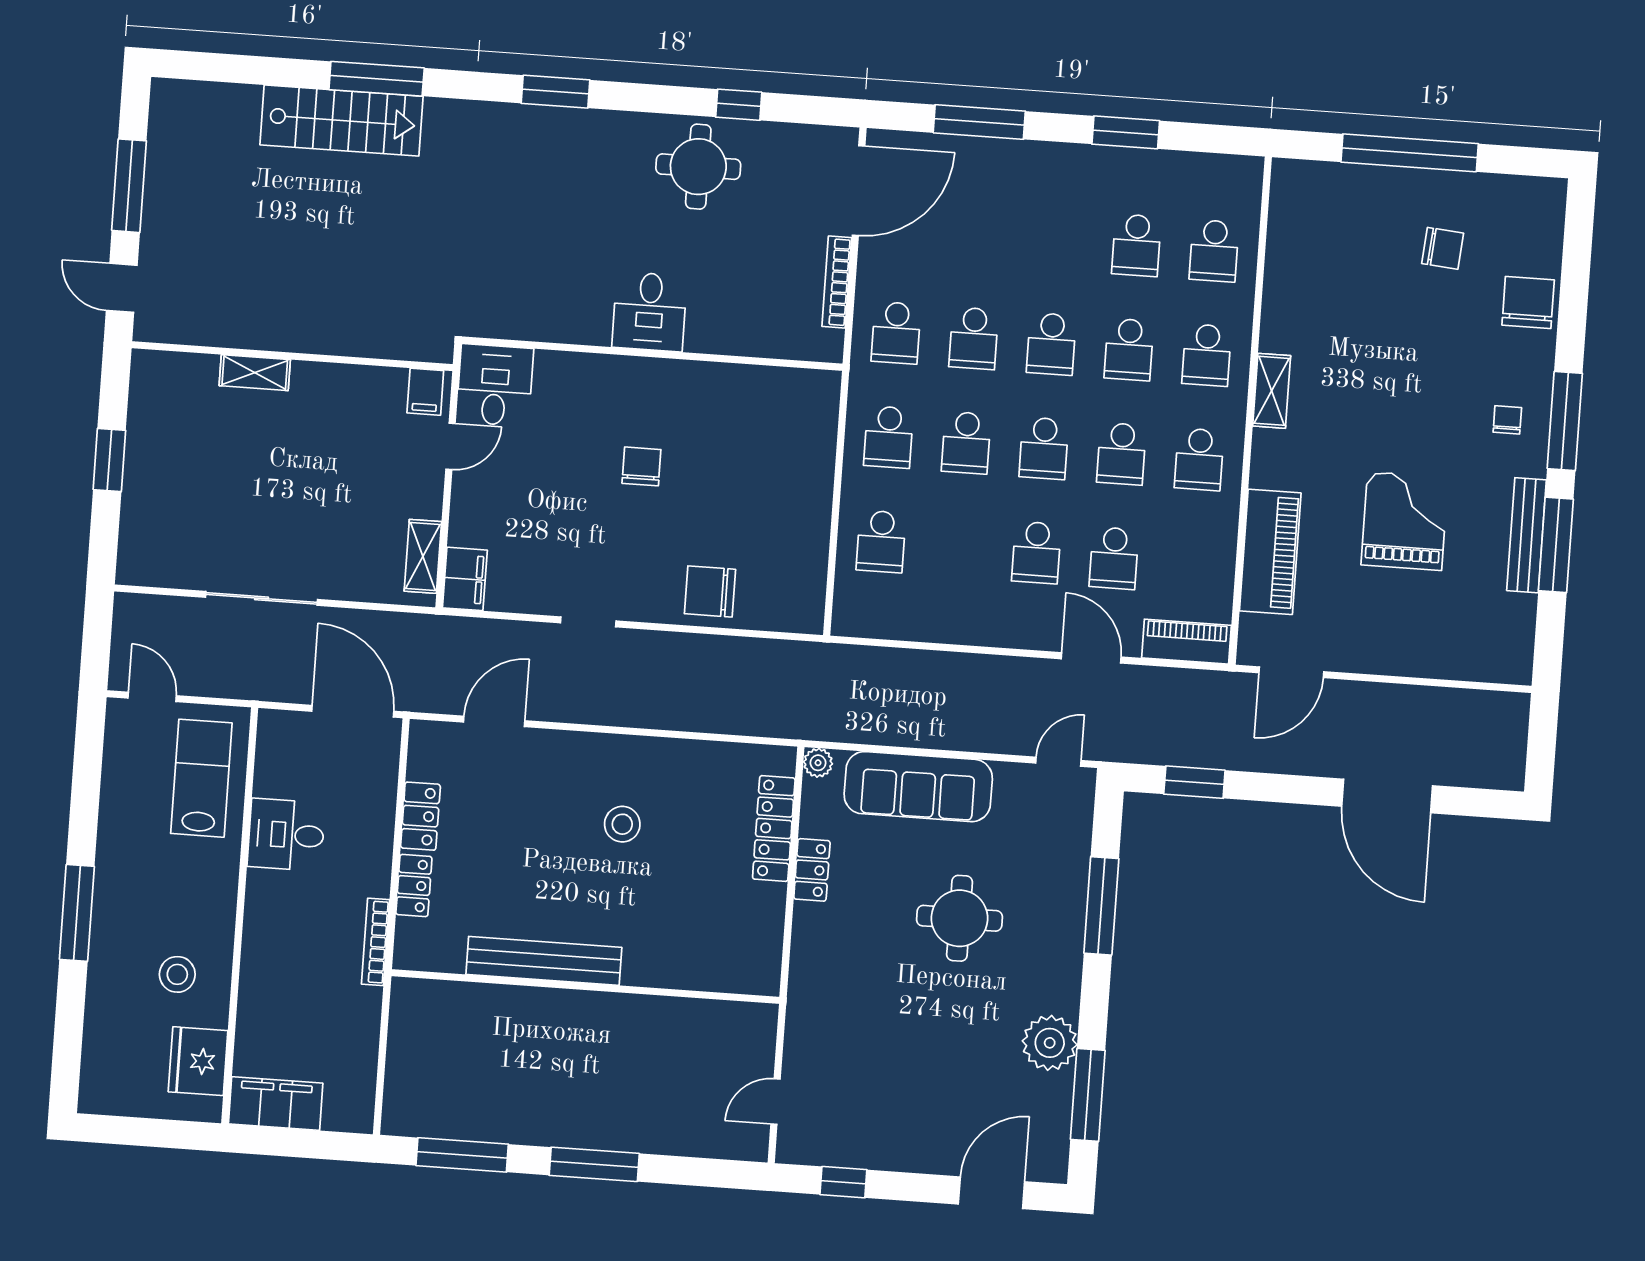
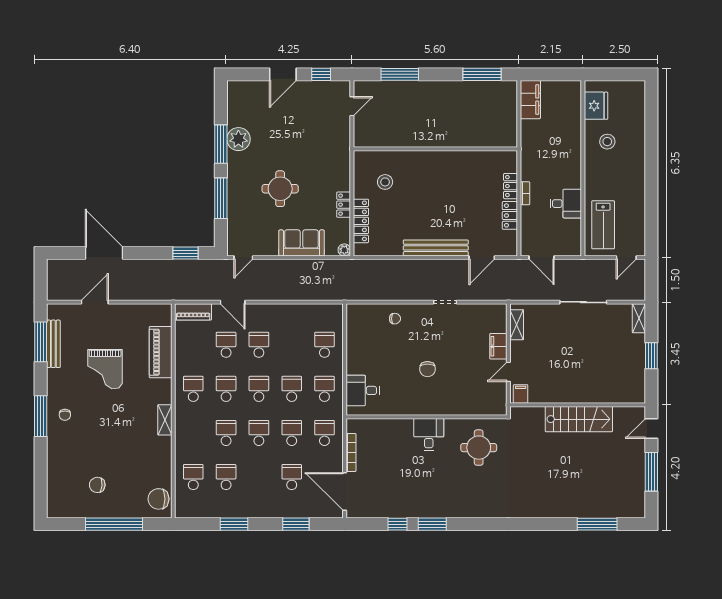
window: (377, 79) -> (597, 524), moved
window: (555, 92) -> (432, 524), moved
stairs: (341, 121) -> (579, 419), moved, turned 180
window: (979, 122) -> (296, 524), width x0.69
round table: (698, 167) -> (479, 448), moved
door: (859, 191) -> (345, 492), hinge flipped
door: (122, 288) -> (651, 429), swing flipped
chair: (1528, 302) -> (159, 499), moved, turned 90
school desk: (1207, 355) -> (292, 477), moved
shelving: (255, 373) -> (639, 318), moved, turned 90
desk: (495, 385) -> (363, 390), moved, turned 90
bench: (1527, 535) -> (53, 344), moved
window: (1556, 545) -> (41, 342), moved
filing cabinet: (465, 579) -> (498, 346), moved
chair: (710, 591) -> (395, 319), width x0.54, depth x0.54
door: (1291, 672) -> (95, 302), moved
door: (152, 697) -> (626, 257), hinge flipped
door: (353, 711) -> (541, 257), width x0.73
sofa: (918, 787) -> (301, 243), width x0.73
stool: (622, 824) -> (385, 182), moved
window: (77, 913) -> (651, 164), removed
bookcase: (376, 942) -> (525, 193), moved, width x0.64
bench: (544, 961) -> (436, 248), moved
window: (1088, 1095) -> (221, 144), moved
filing cabinet: (276, 1104) -> (530, 100), moved, turned -90
window: (594, 1164) -> (400, 74), moved
door: (991, 1193) -> (283, 74), moved

